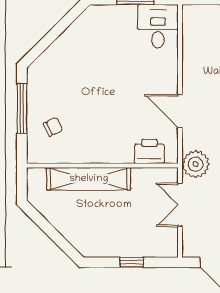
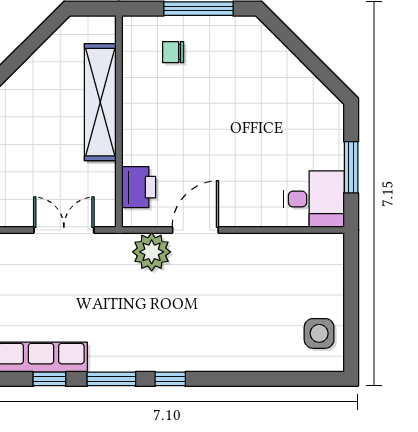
chair: (53, 127) -> (173, 52), turned 115
plant: (196, 164) -> (152, 252), moved

